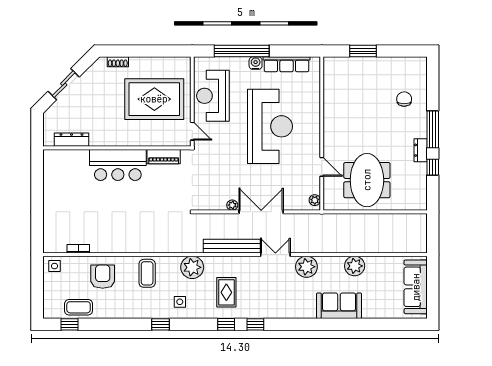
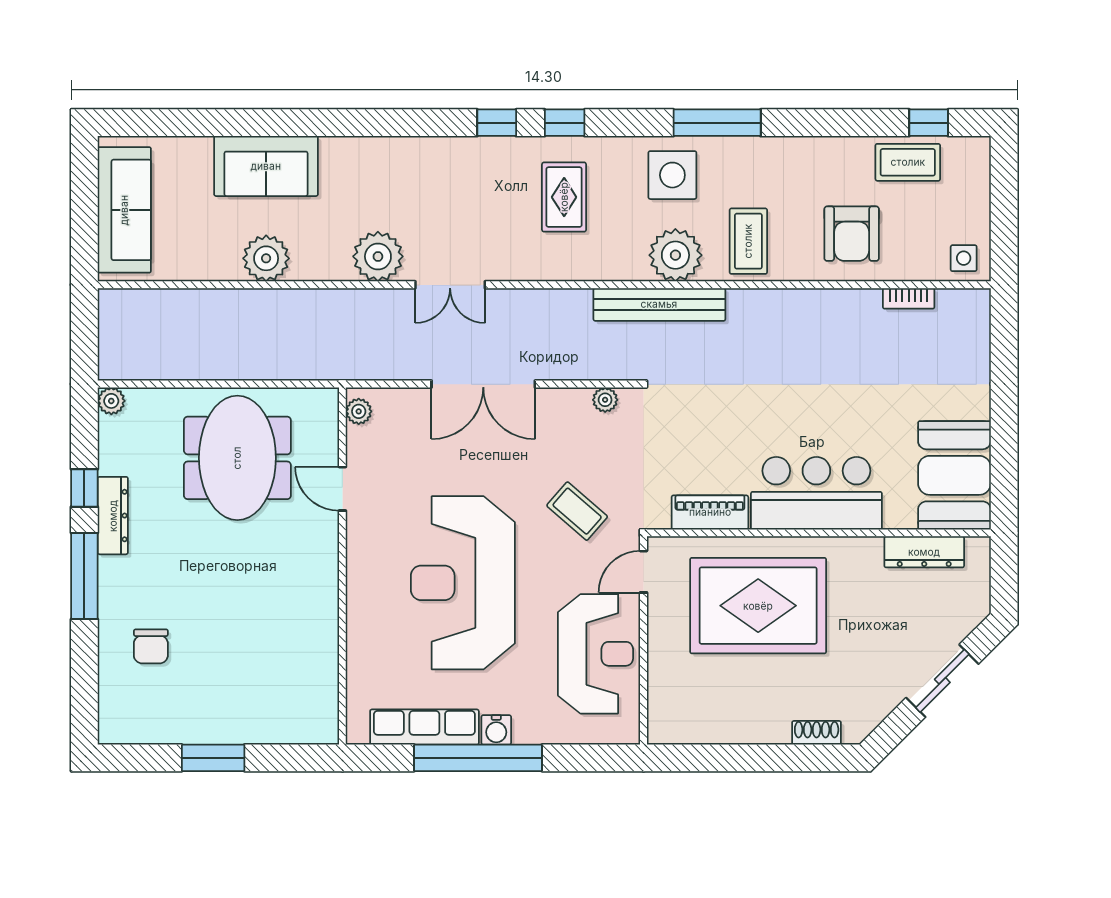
window: (242, 51) -> (478, 758), moved
window: (363, 51) -> (213, 758), moved
rug: (154, 99) -> (758, 606), moved
door: (192, 131) -> (643, 572), hinge flipped
dresser: (421, 150) -> (113, 516), width x1.44
coffee table: (221, 157) -> (577, 511), added
booth: (58, 173) -> (954, 475), added
plant: (232, 205) -> (605, 400), moved
plant: (421, 205) -> (111, 401), added
bench: (232, 246) -> (659, 304), moved
plant: (192, 267) -> (675, 255), moved
side table: (180, 302) -> (672, 175), width x1.87, depth x1.87
sofa: (339, 306) -> (266, 166), moved
window: (161, 324) -> (717, 123), width x2.17

